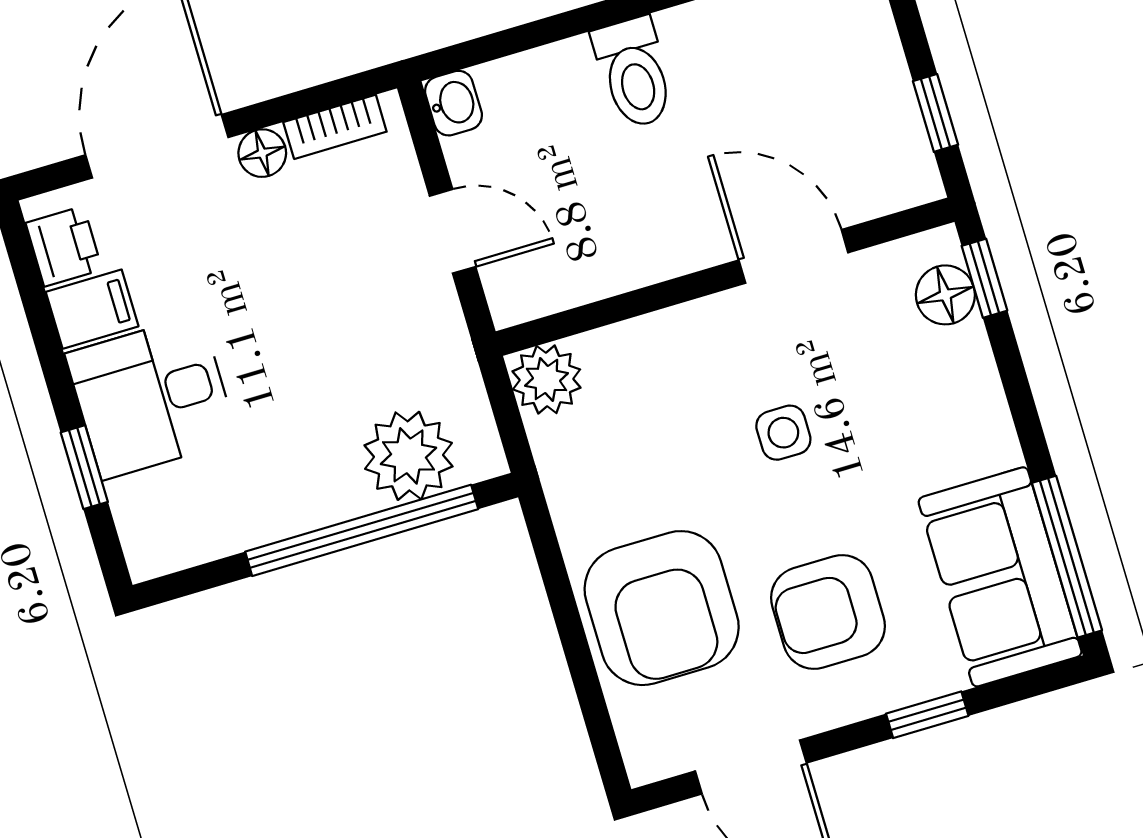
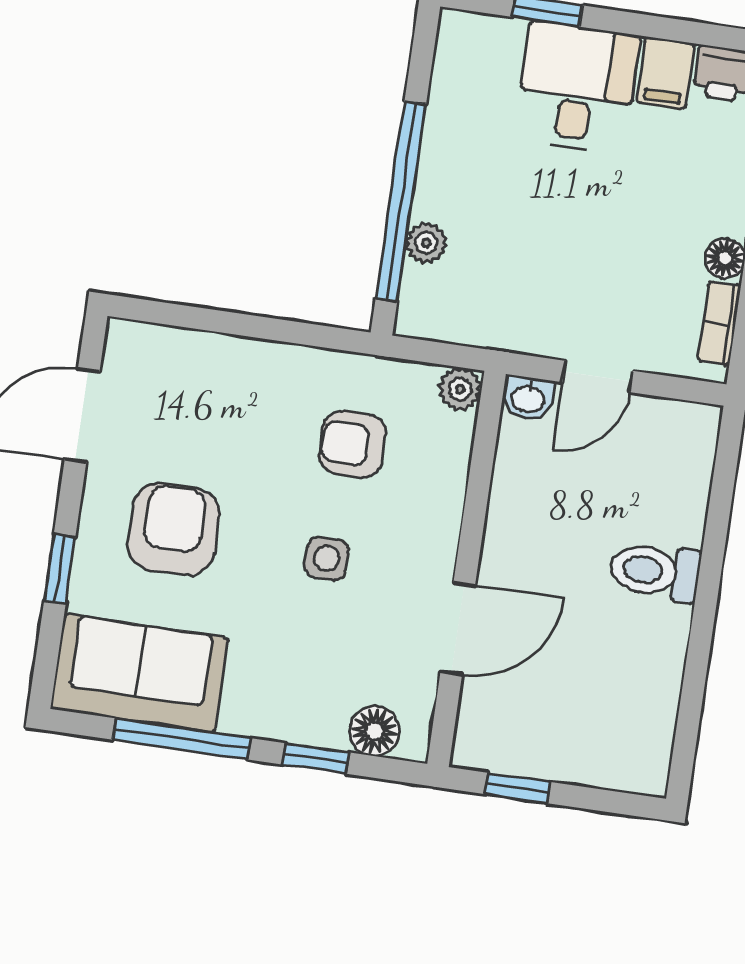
washbasin: (453, 103) -> (528, 398), moved
window: (984, 278) -> (316, 759), moved
plant: (546, 379) -> (460, 389), width x0.73, depth x0.73
plant: (408, 456) -> (426, 243), width x0.53, depth x0.53
window: (1067, 557) -> (181, 739), moved
armchair: (662, 608) -> (353, 444), moved, width x0.53, depth x0.53

